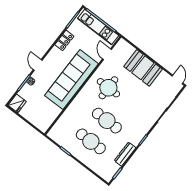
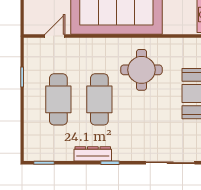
door: (107, 54) -> (55, 36), moved
dresser: (125, 154) -> (93, 154), moved

